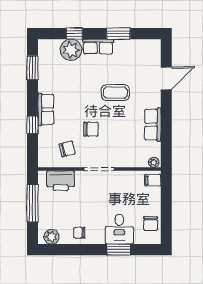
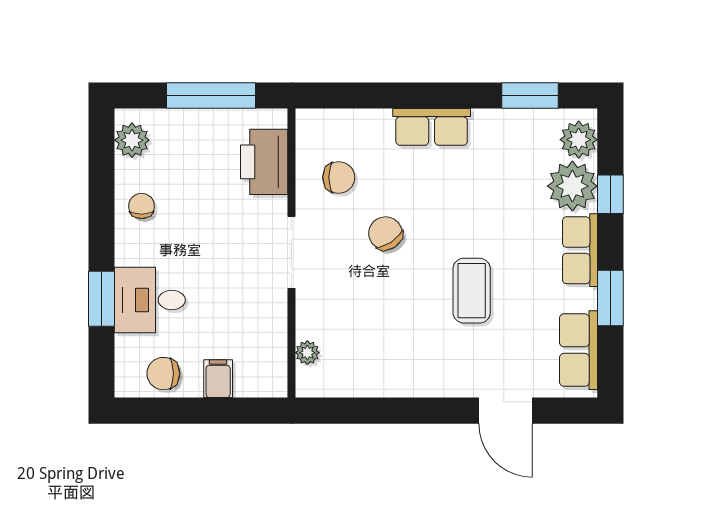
plant: (51, 47) -> (579, 140), added
window: (33, 125) -> (396, 96), removed
row of seats: (153, 125) -> (579, 350), moved, turned -90
chair: (91, 129) -> (386, 233), turned 147
chair: (67, 149) -> (339, 177), turned -77
plant: (154, 162) -> (307, 353), moved
filing cabinet: (153, 180) -> (218, 379), moved

